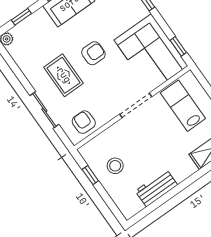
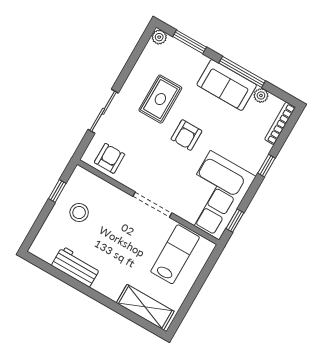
window: (21, 17) -> (190, 42), width x1.50
armchair: (93, 53) -> (186, 135), turned 90
rug: (64, 75) -> (160, 99), moved

